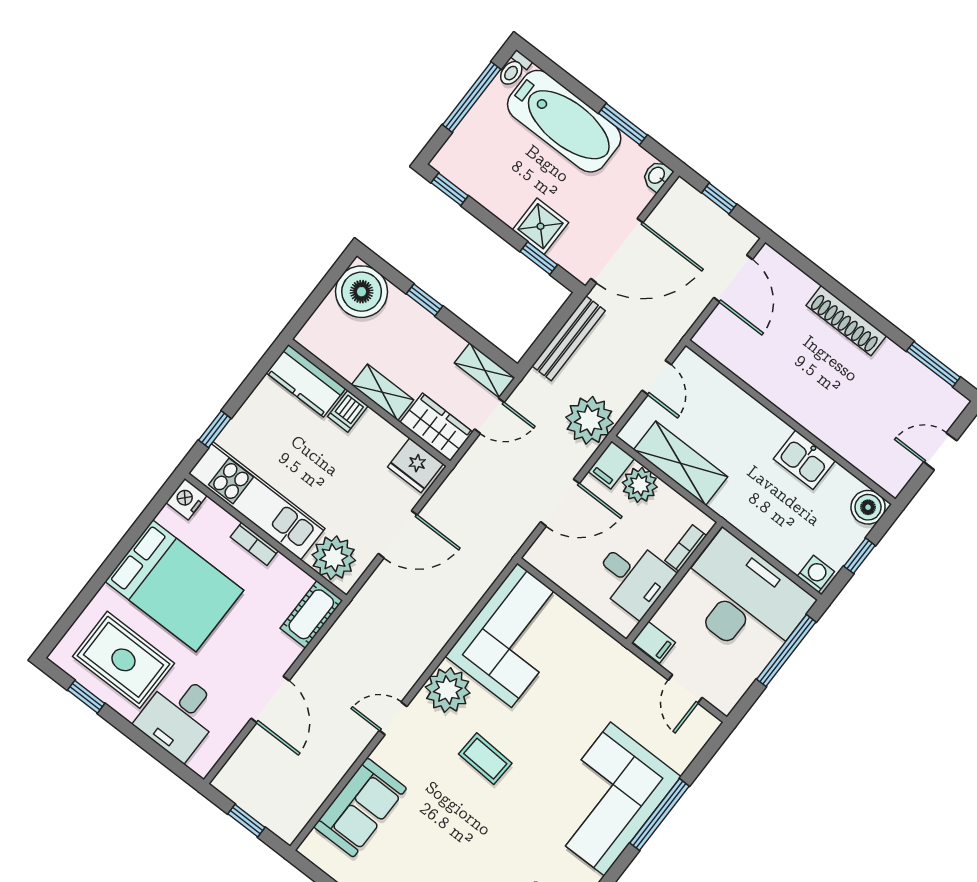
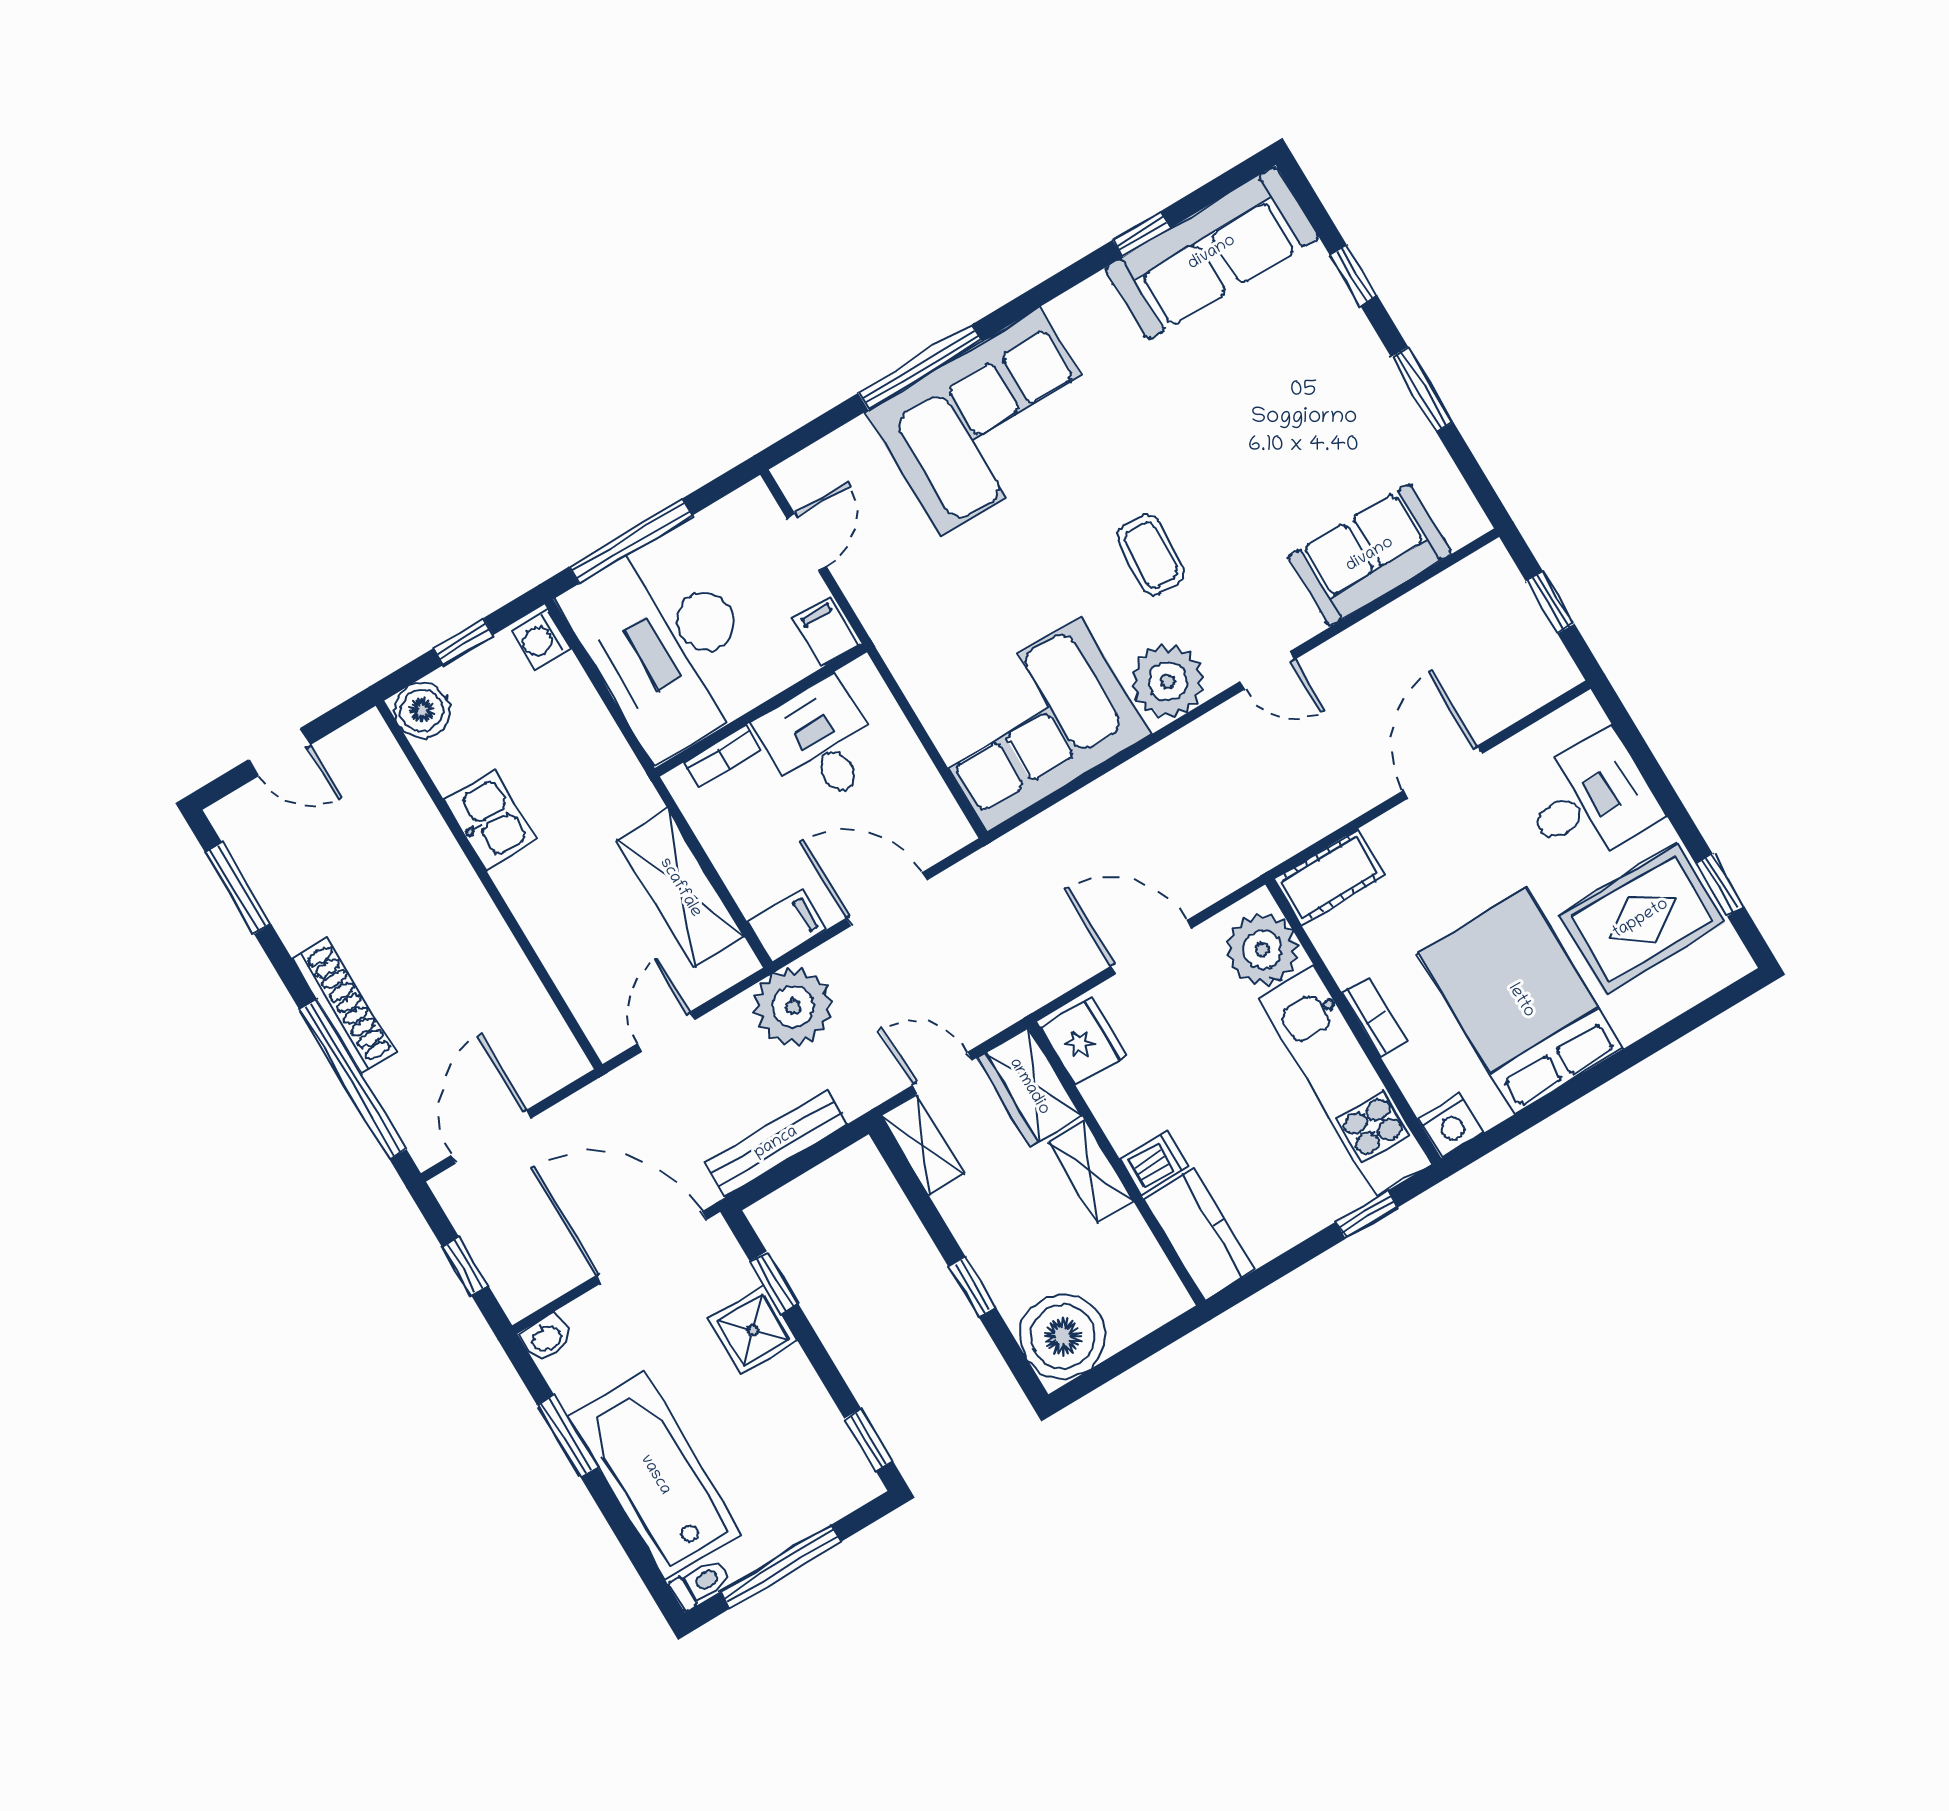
window: (825, 280) -> (353, 1079), added
plant: (640, 485) -> (755, 879), removed
rug: (123, 660) -> (1641, 919), turned 90

